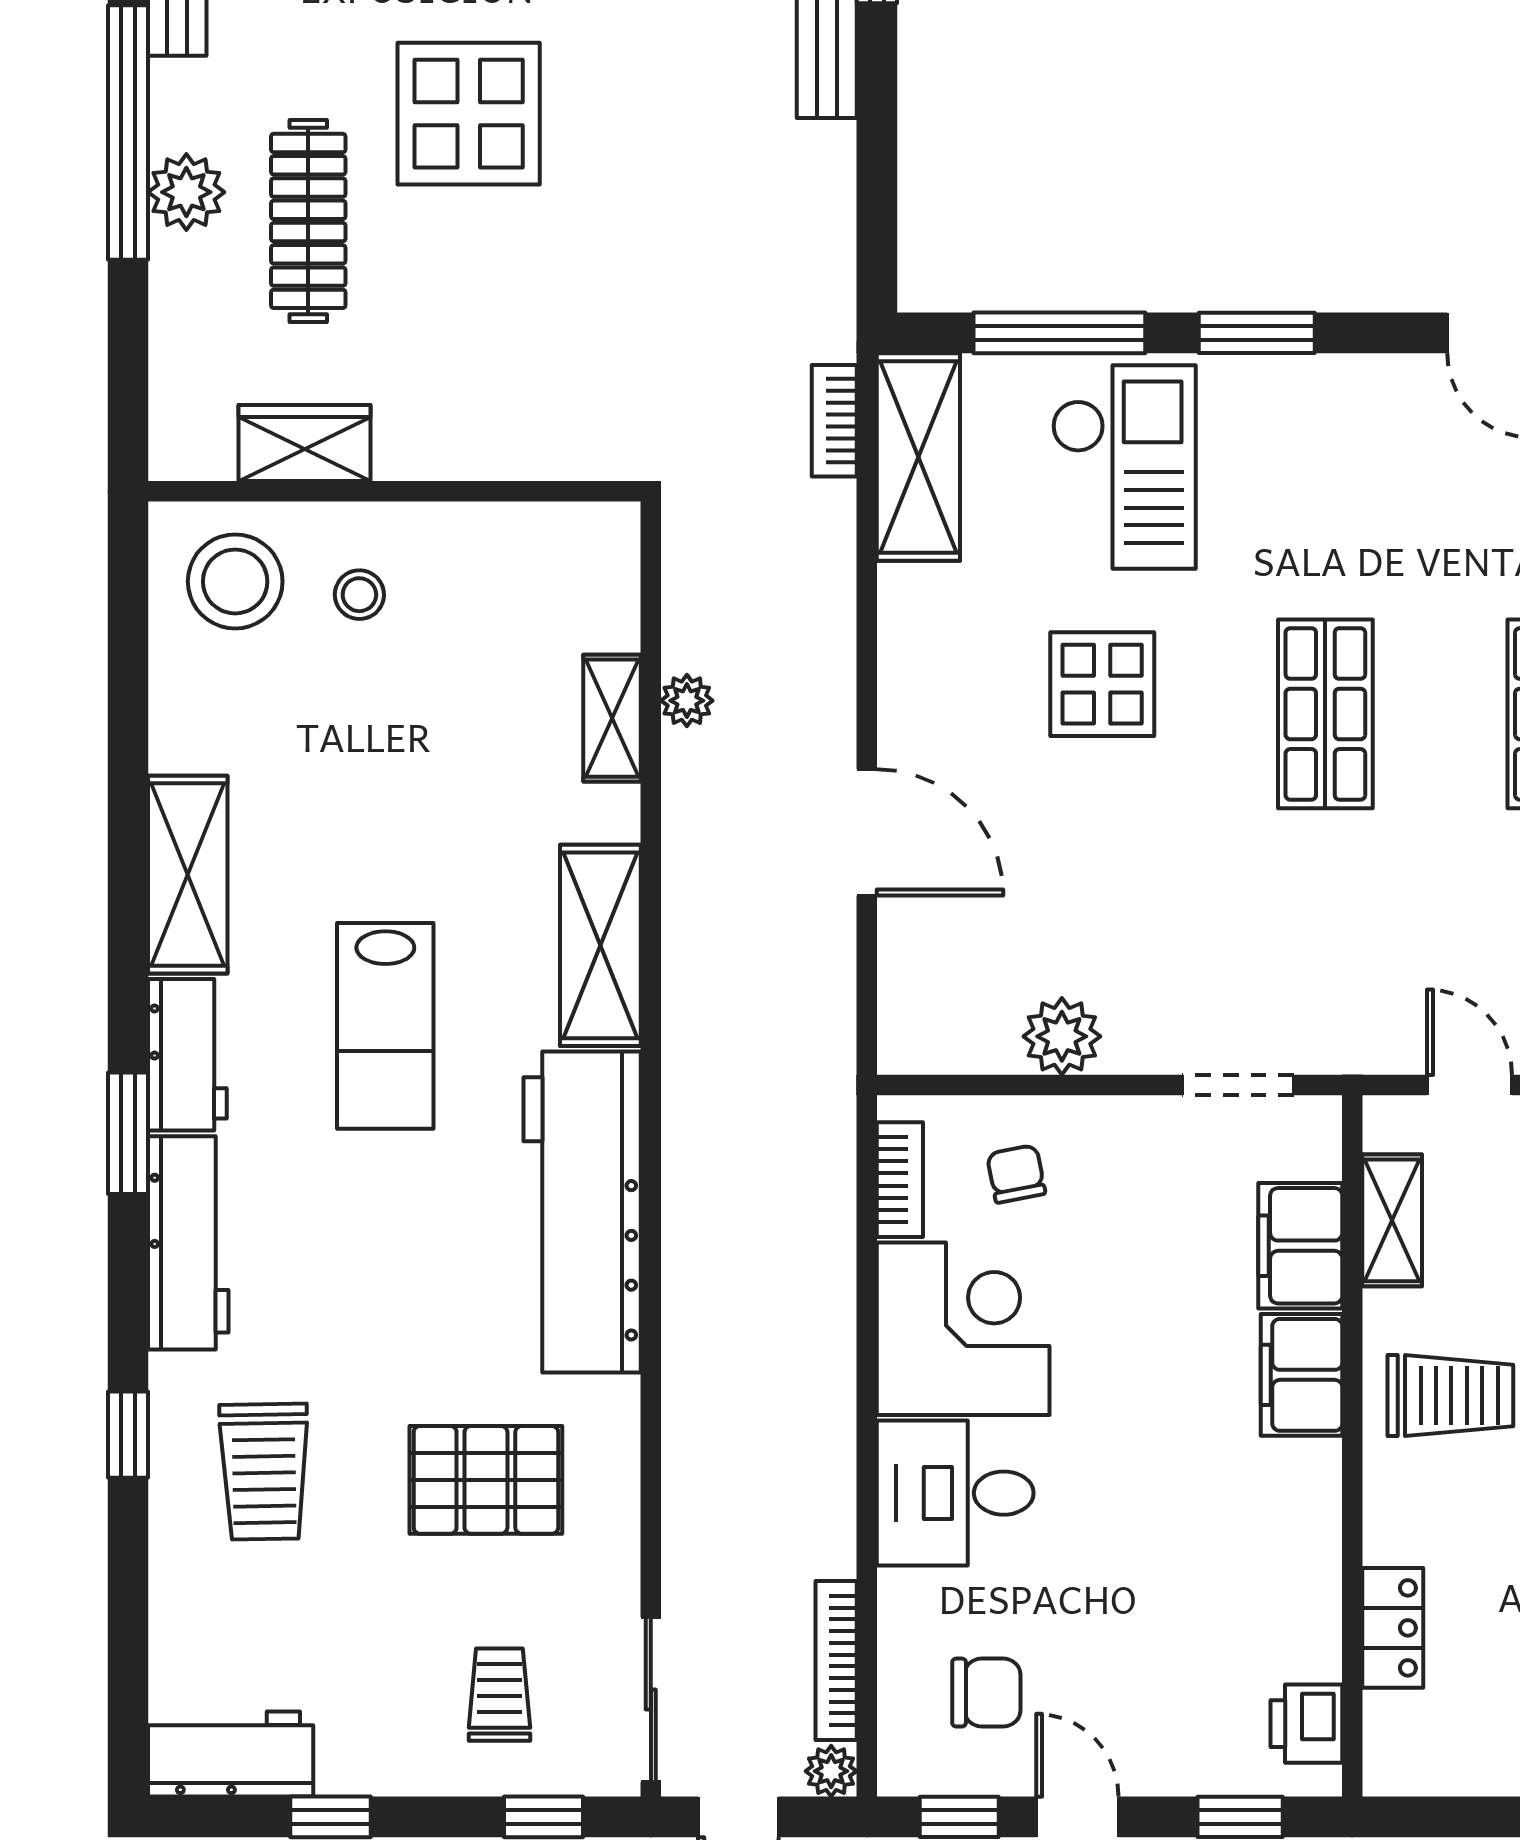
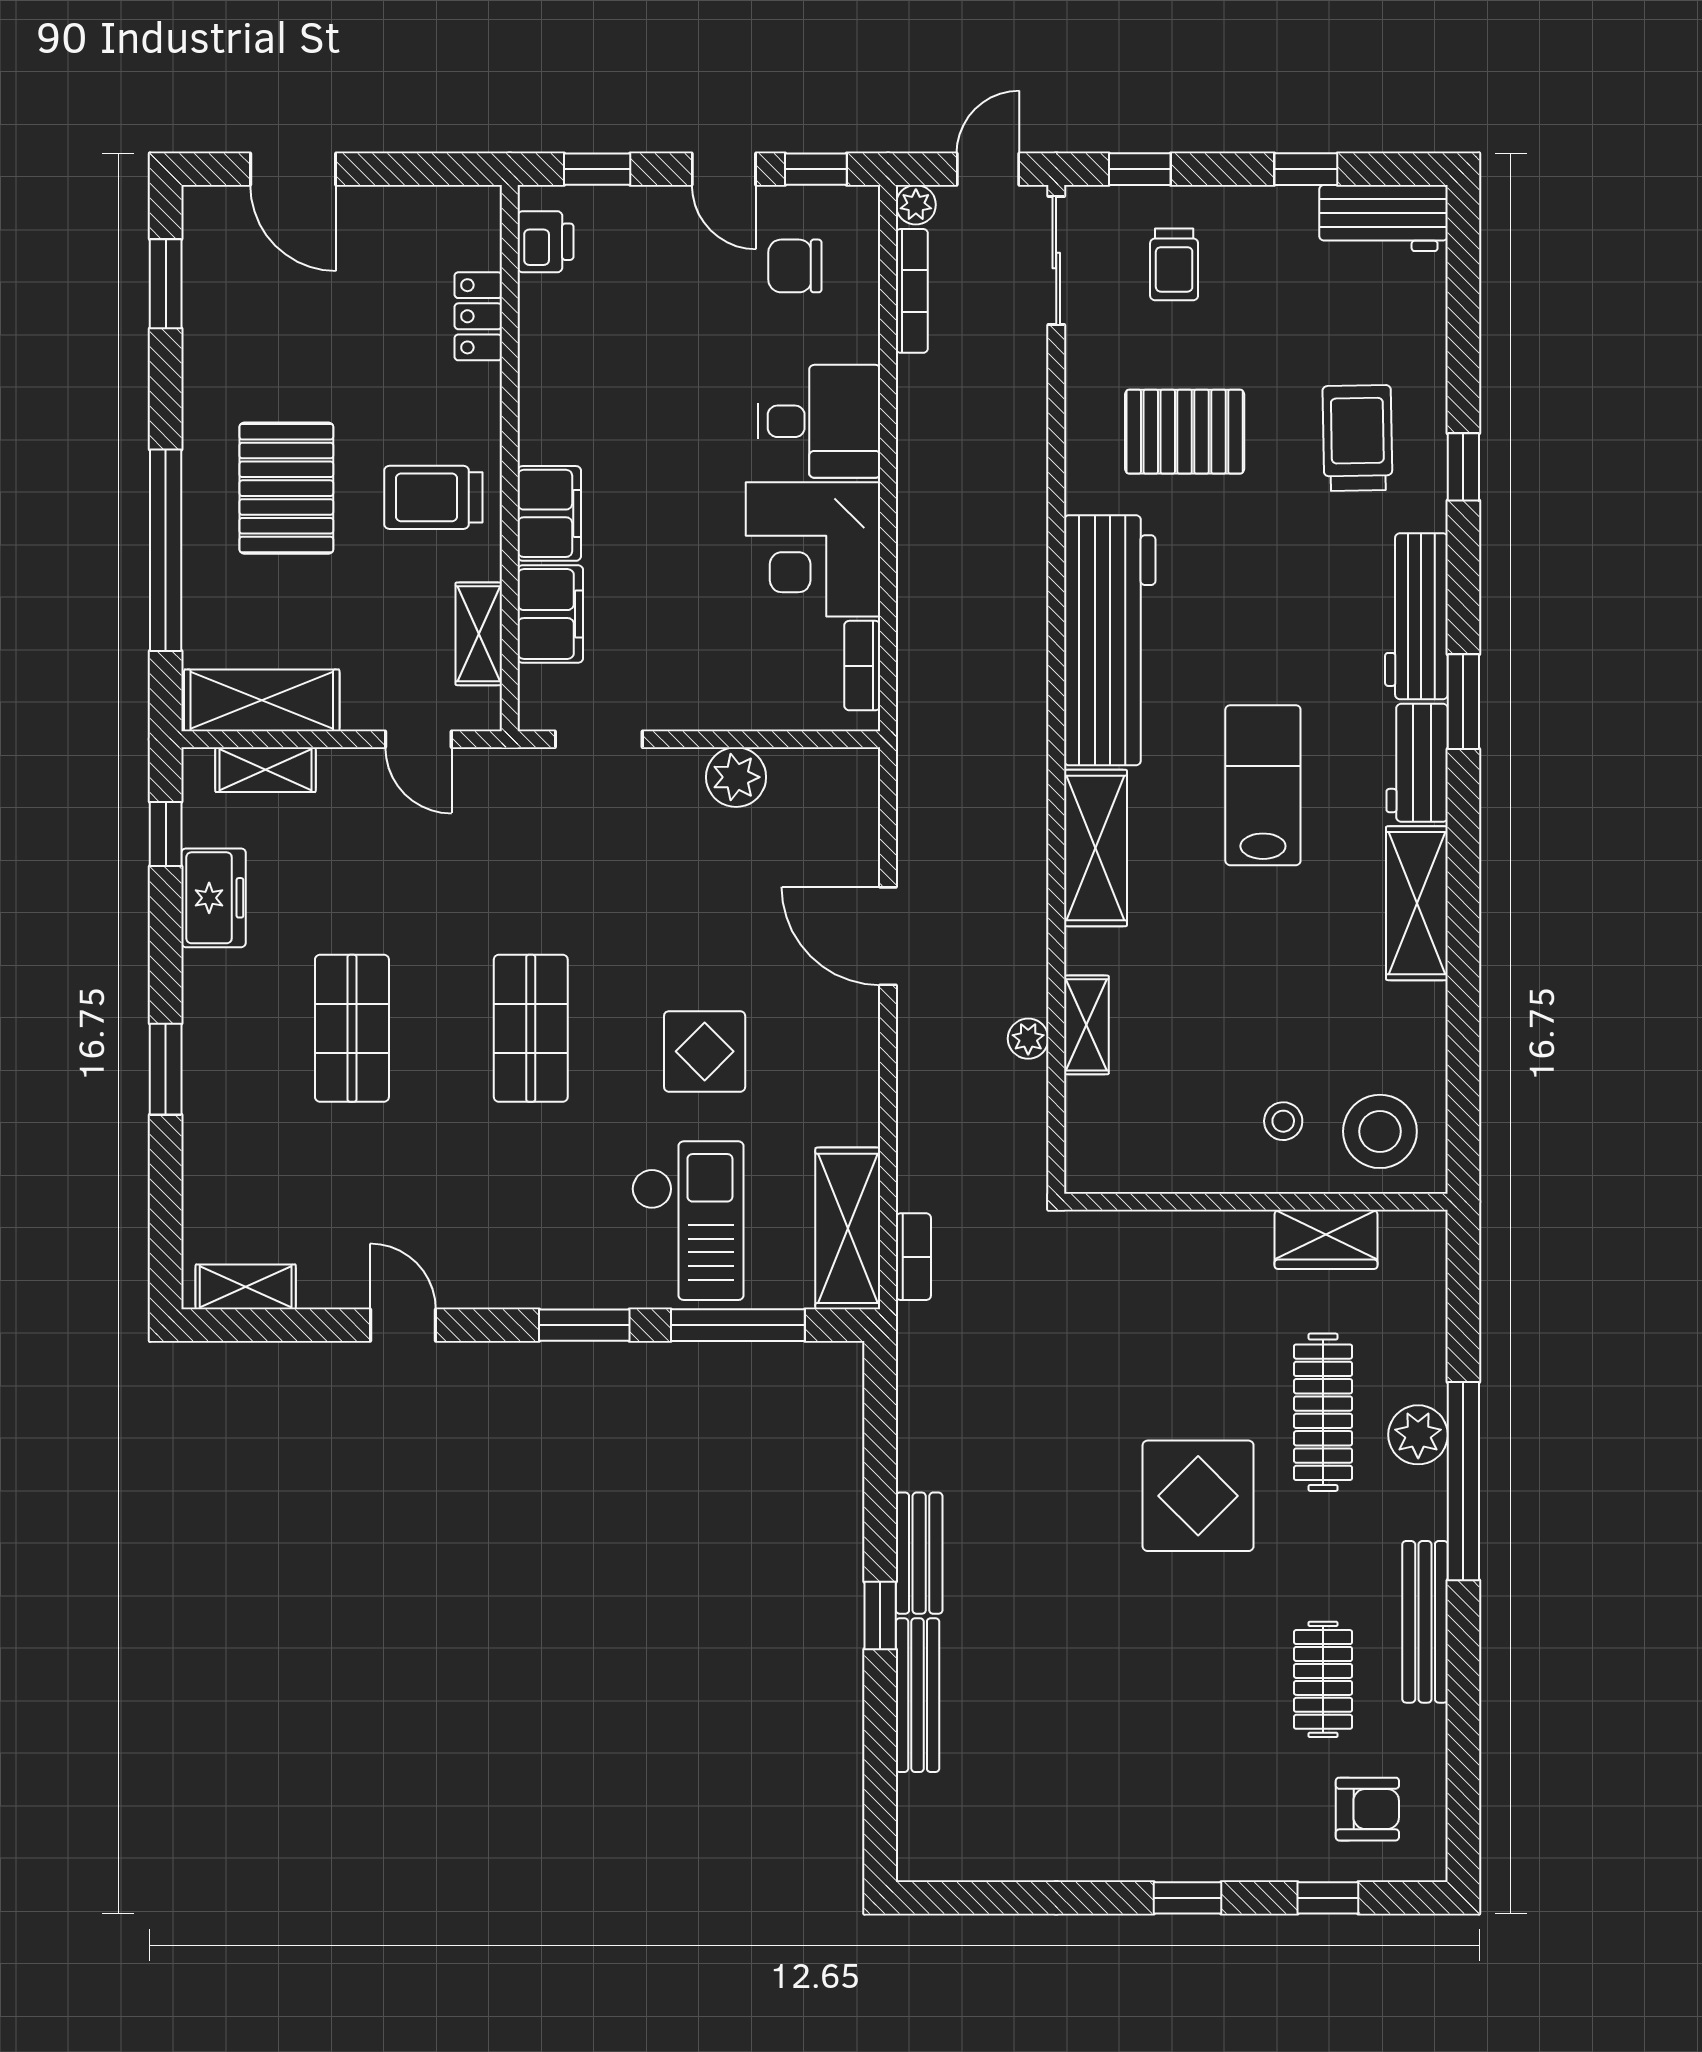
checkout: (1124, 467) -> (688, 1221), turned 180
chair: (1016, 1174) -> (772, 670), removed

